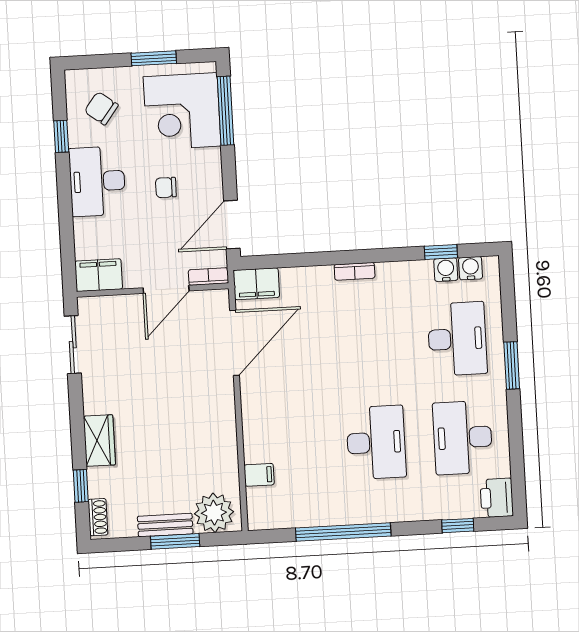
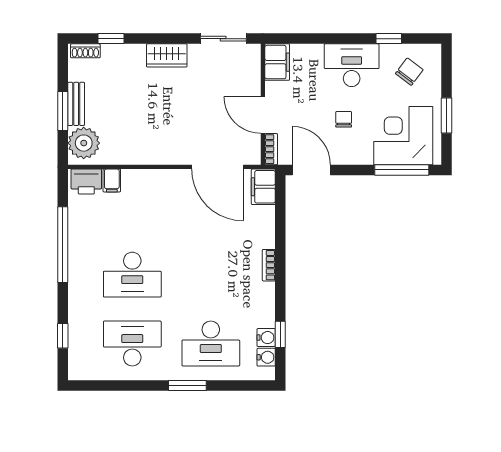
wardrobe: (99, 441) -> (167, 55), moved
printer: (497, 498) -> (86, 182), moved, turned 180

